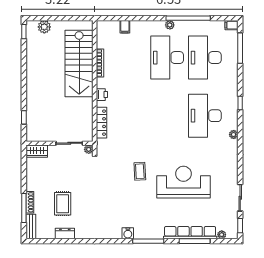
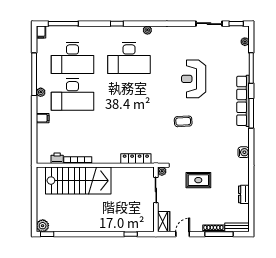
plant: (44, 27) -> (43, 226), moved
filing cabinet: (125, 27) -> (43, 118), moved
printer: (102, 95) -> (57, 158), moved
door: (24, 171) -> (183, 234), added
reception desk: (183, 182) -> (194, 79), width x0.74, depth x0.77
rug: (63, 204) -> (198, 180), moved
water cooler: (128, 233) -> (244, 152), moved
row of seats: (190, 233) -> (243, 101), moved

